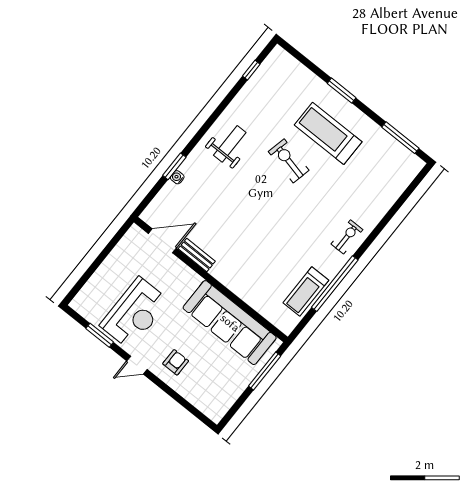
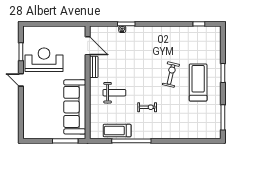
weight bench: (230, 144) -> (114, 93), moved
exercise bike: (347, 237) -> (147, 107), moved
reception desk: (135, 313) -> (44, 60), turned 180
armchair: (176, 362) -> (37, 97), removed

